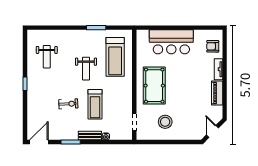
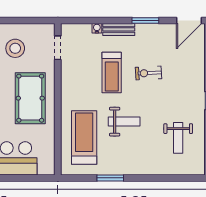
weight bench: (47, 57) -> (178, 138), turned 180
weight bench: (86, 69) -> (124, 122), turned 90
treadmill: (95, 104) -> (112, 72), turned 180

